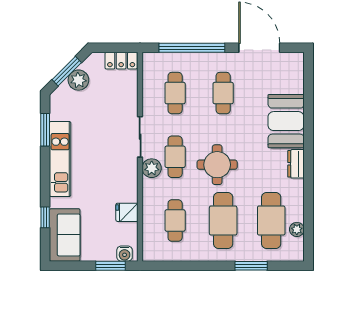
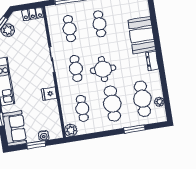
plant: (152, 168) -> (71, 130), moved
fridge: (127, 212) -> (49, 94), moved
water cooler: (125, 254) -> (44, 136), moved
window: (110, 266) -> (36, 145), moved

